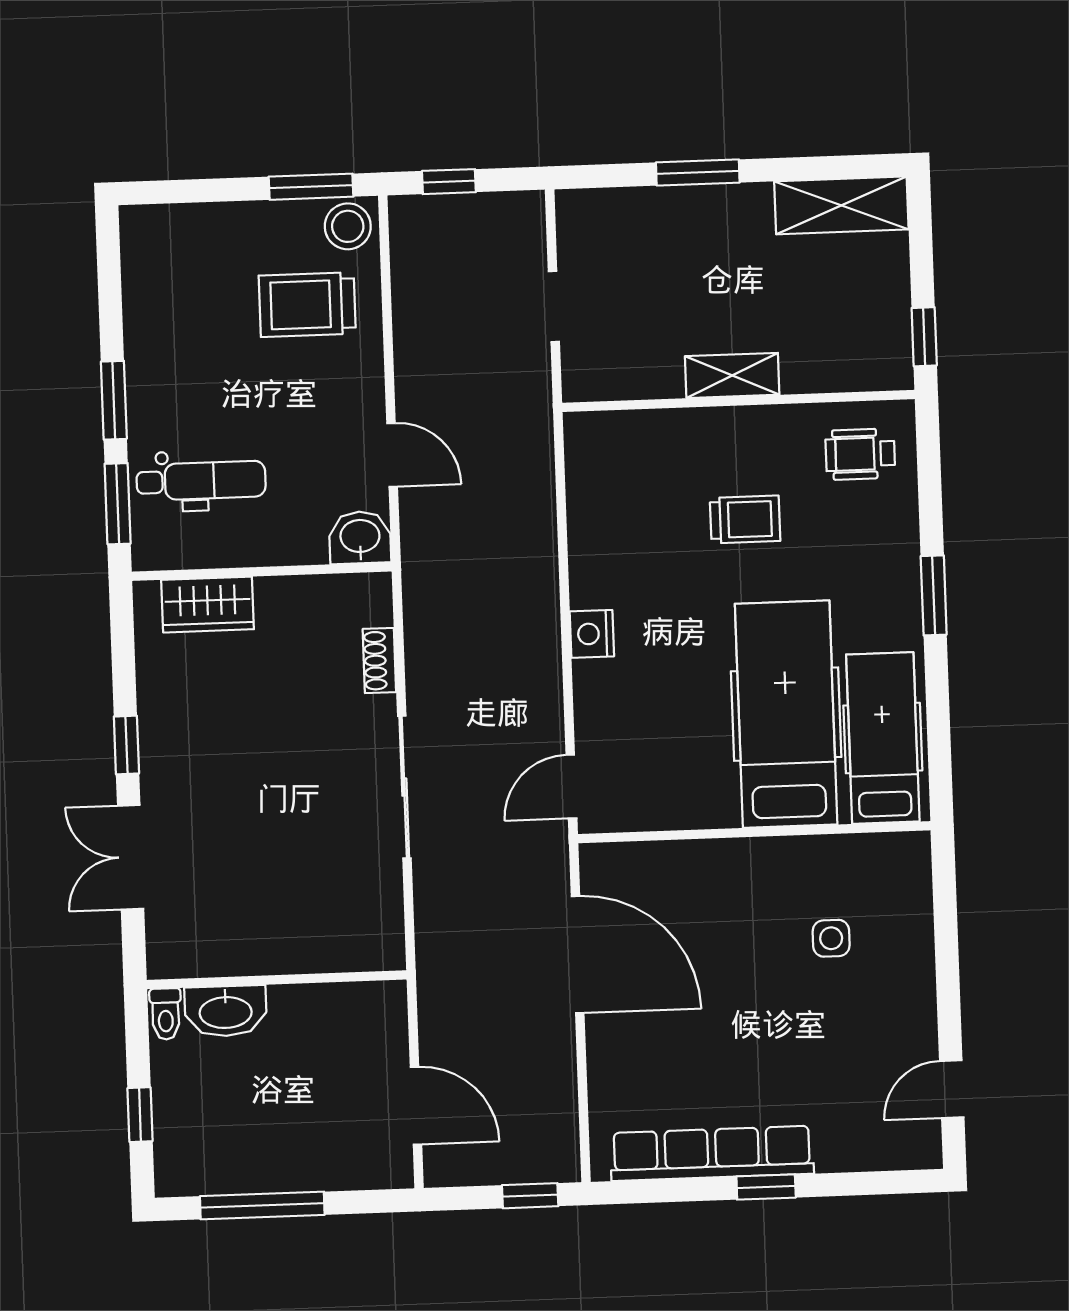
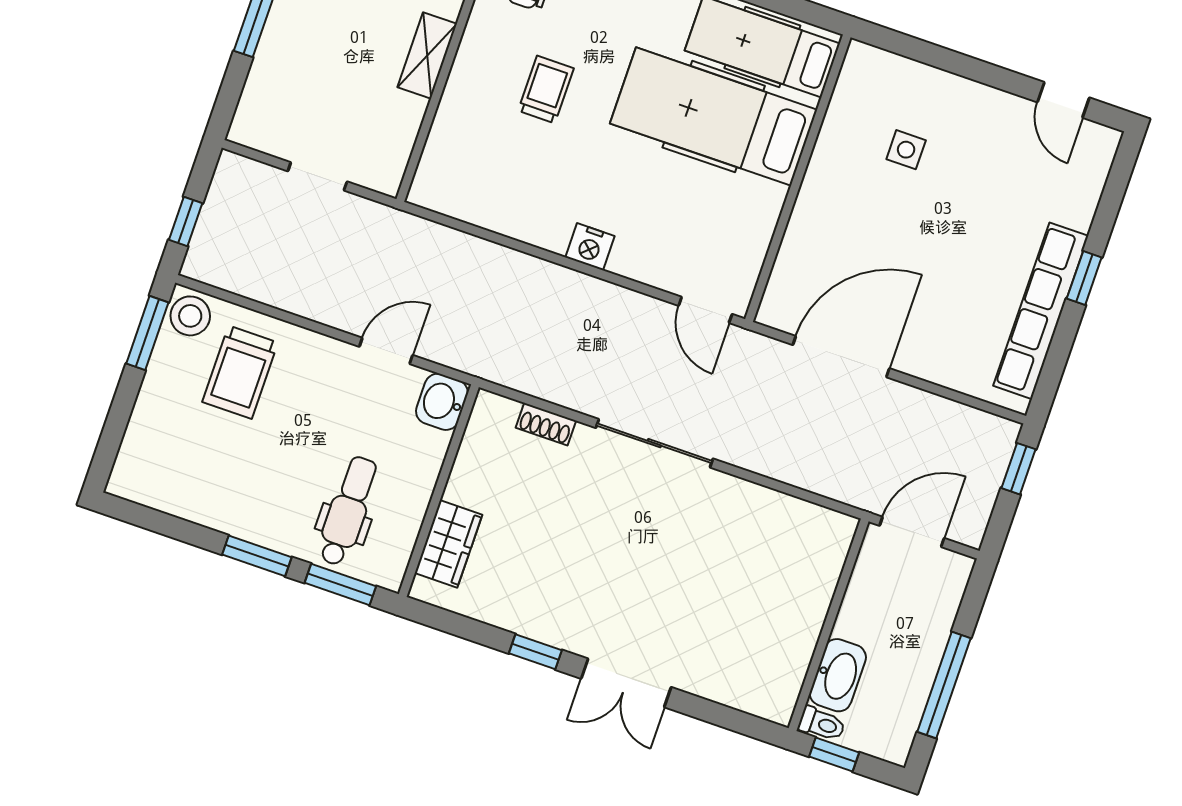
wall: (277, 980) -> (829, 625), moved
washbasin: (226, 1011) -> (838, 675), moved
toilet: (166, 1014) -> (822, 724), moved

